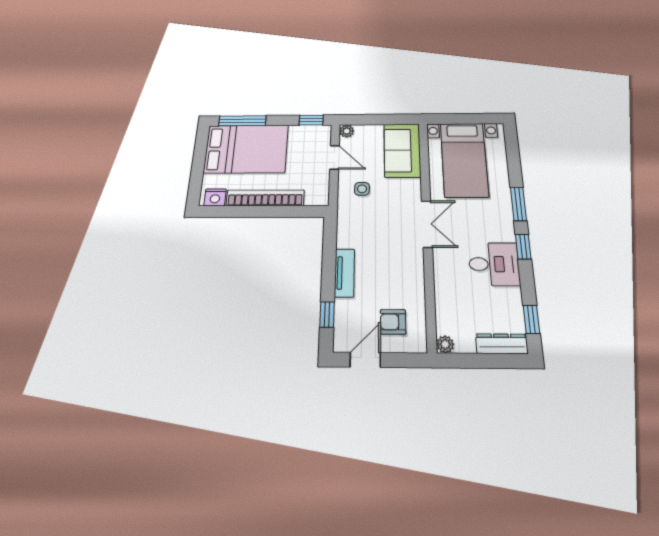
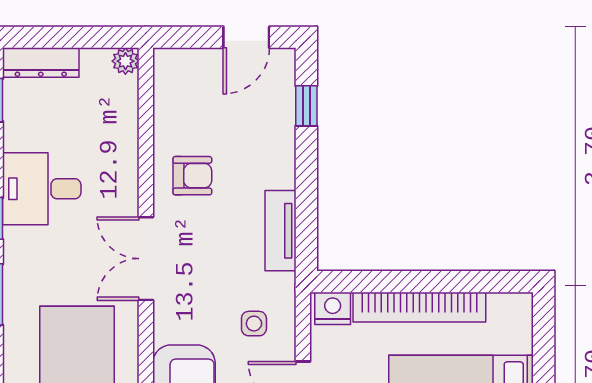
nightstand: (215, 197) -> (333, 308), moved
tv unit: (345, 273) -> (281, 231), moved
armchair: (393, 322) -> (192, 176), moved

